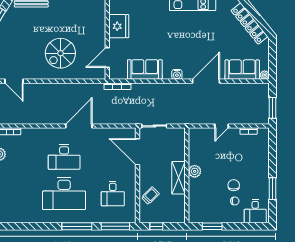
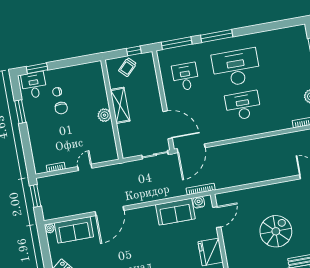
spiral stairs: (60, 53) -> (276, 231), moved
water cooler: (177, 74) -> (199, 202), moved
door: (79, 126) -> (191, 148), moved
trolley: (150, 196) -> (128, 67), moved
window: (212, 226) -> (37, 68), moved

